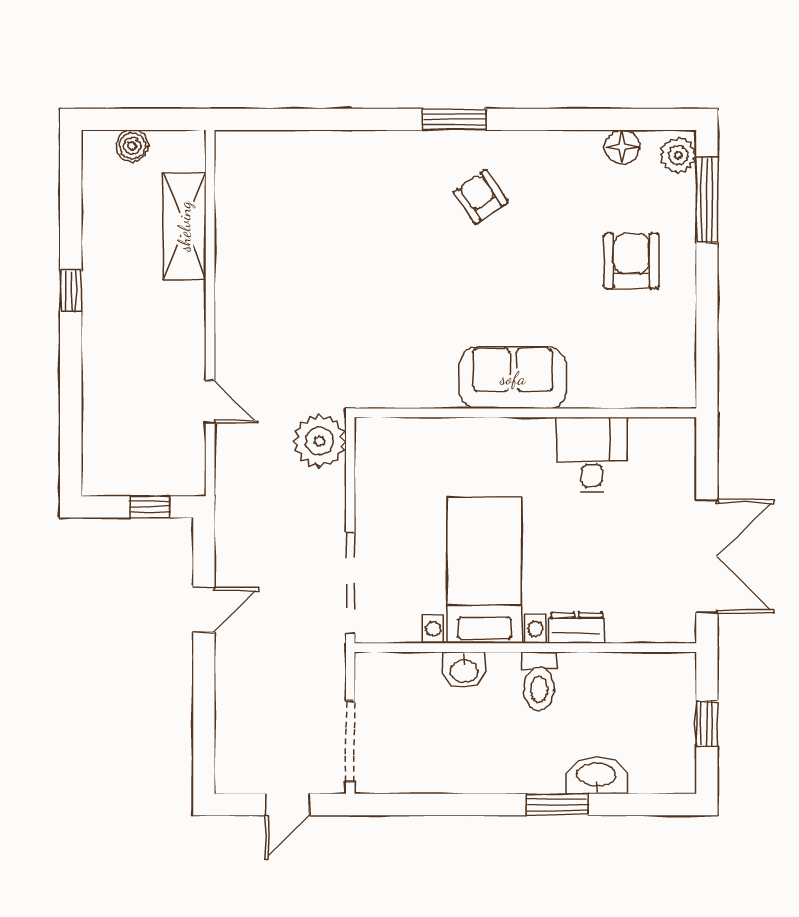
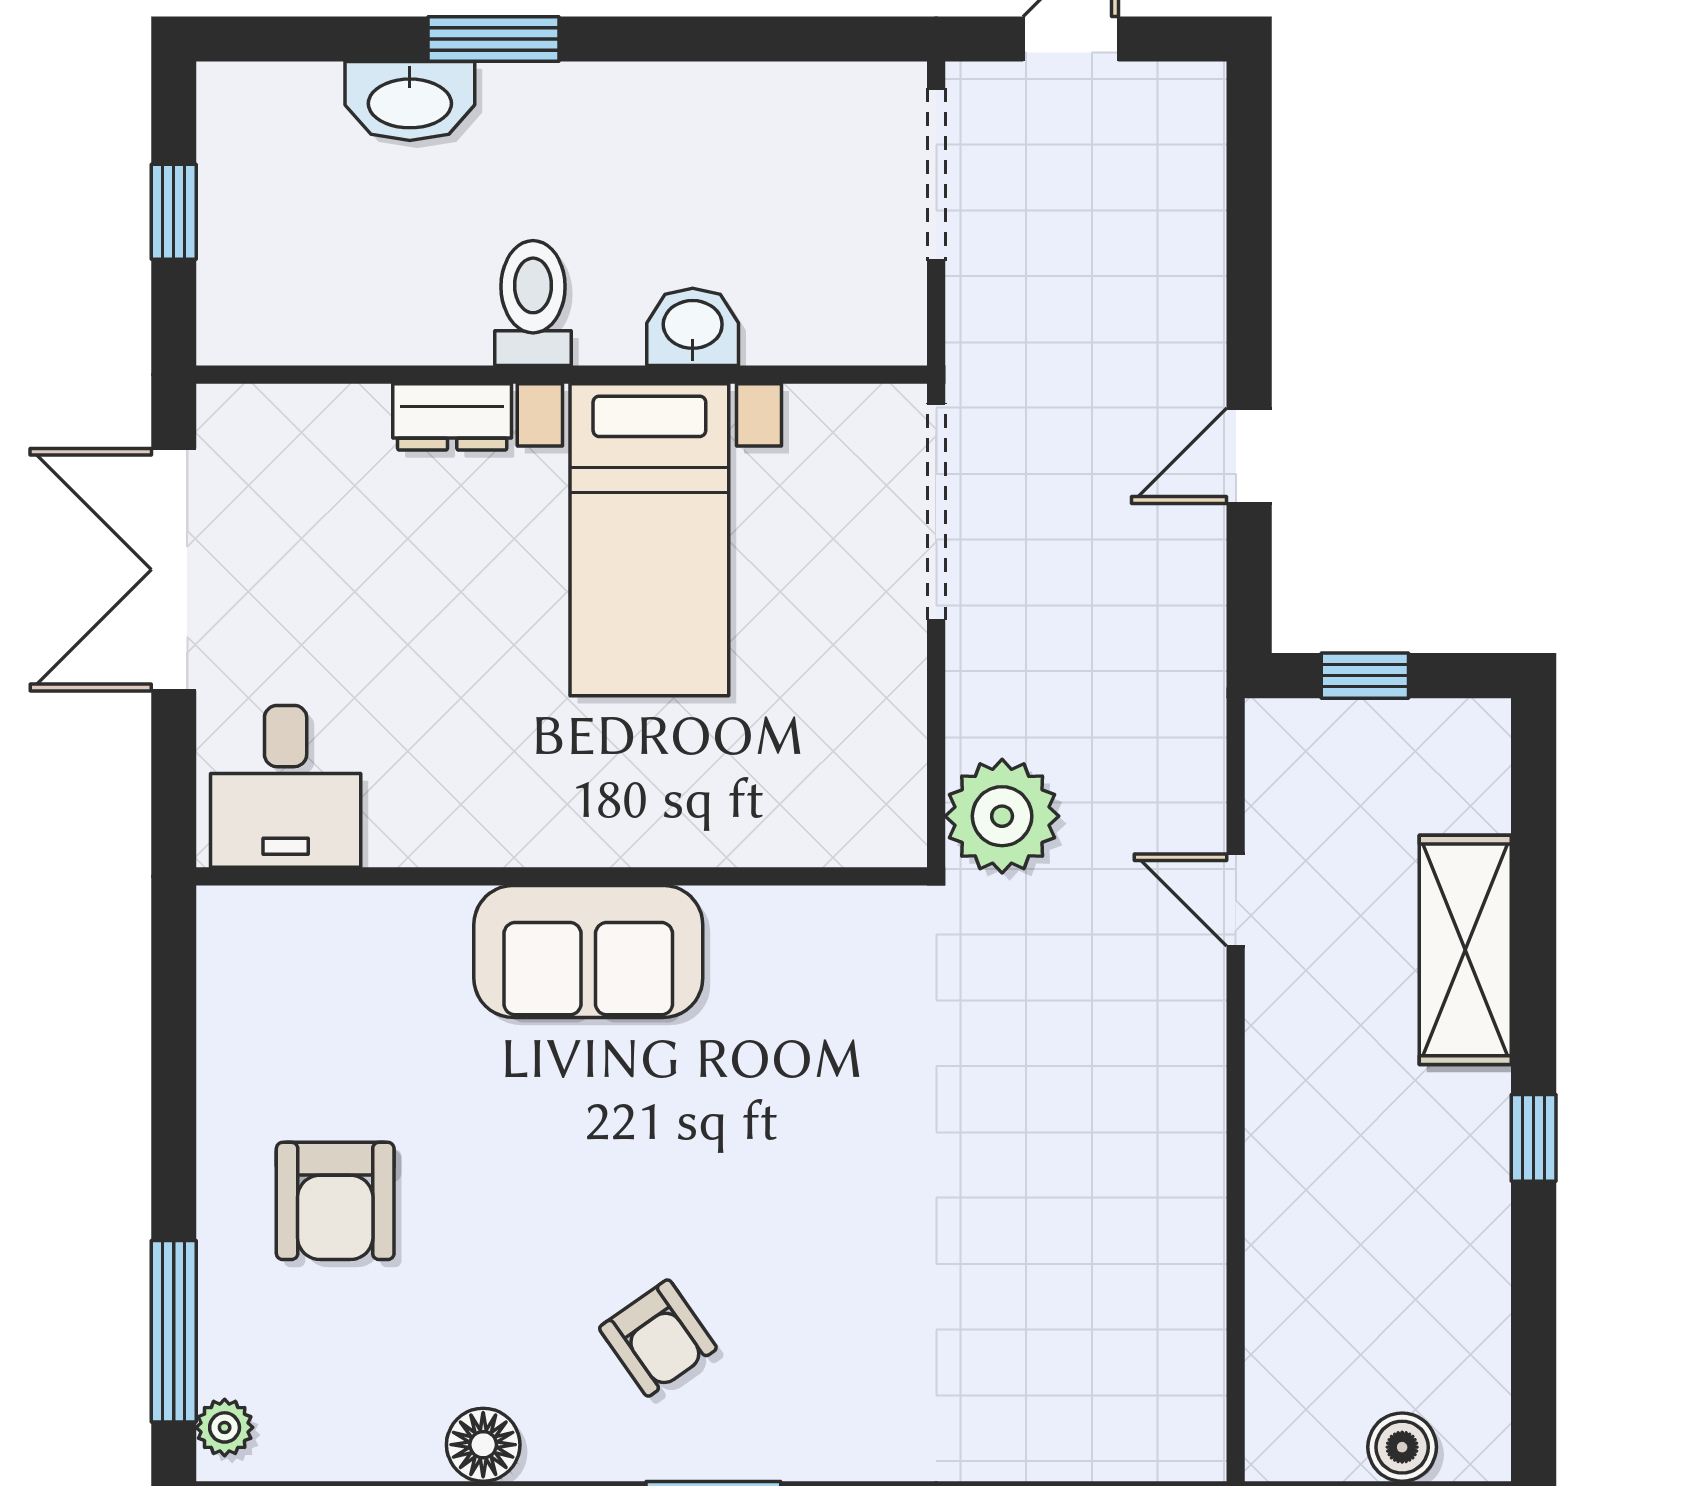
floor lamp: (622, 147) -> (483, 1445), moved
plant: (678, 155) -> (225, 1427), width x0.73, depth x0.73
shelving: (184, 226) -> (1465, 950), moved
desk: (592, 455) -> (286, 786), moved

